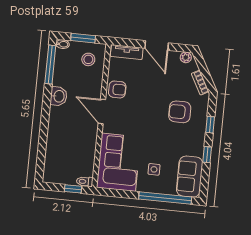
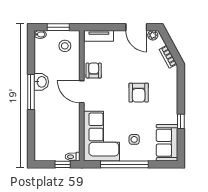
door: (157, 45) -> (136, 27), moved
window: (50, 64) -> (31, 92), moved
armchair: (117, 89) -> (94, 70), turned -90
armchair: (180, 112) -> (139, 93), moved, turned -90
window: (210, 125) -> (181, 94), removed
window: (165, 198) -> (124, 164), moved

